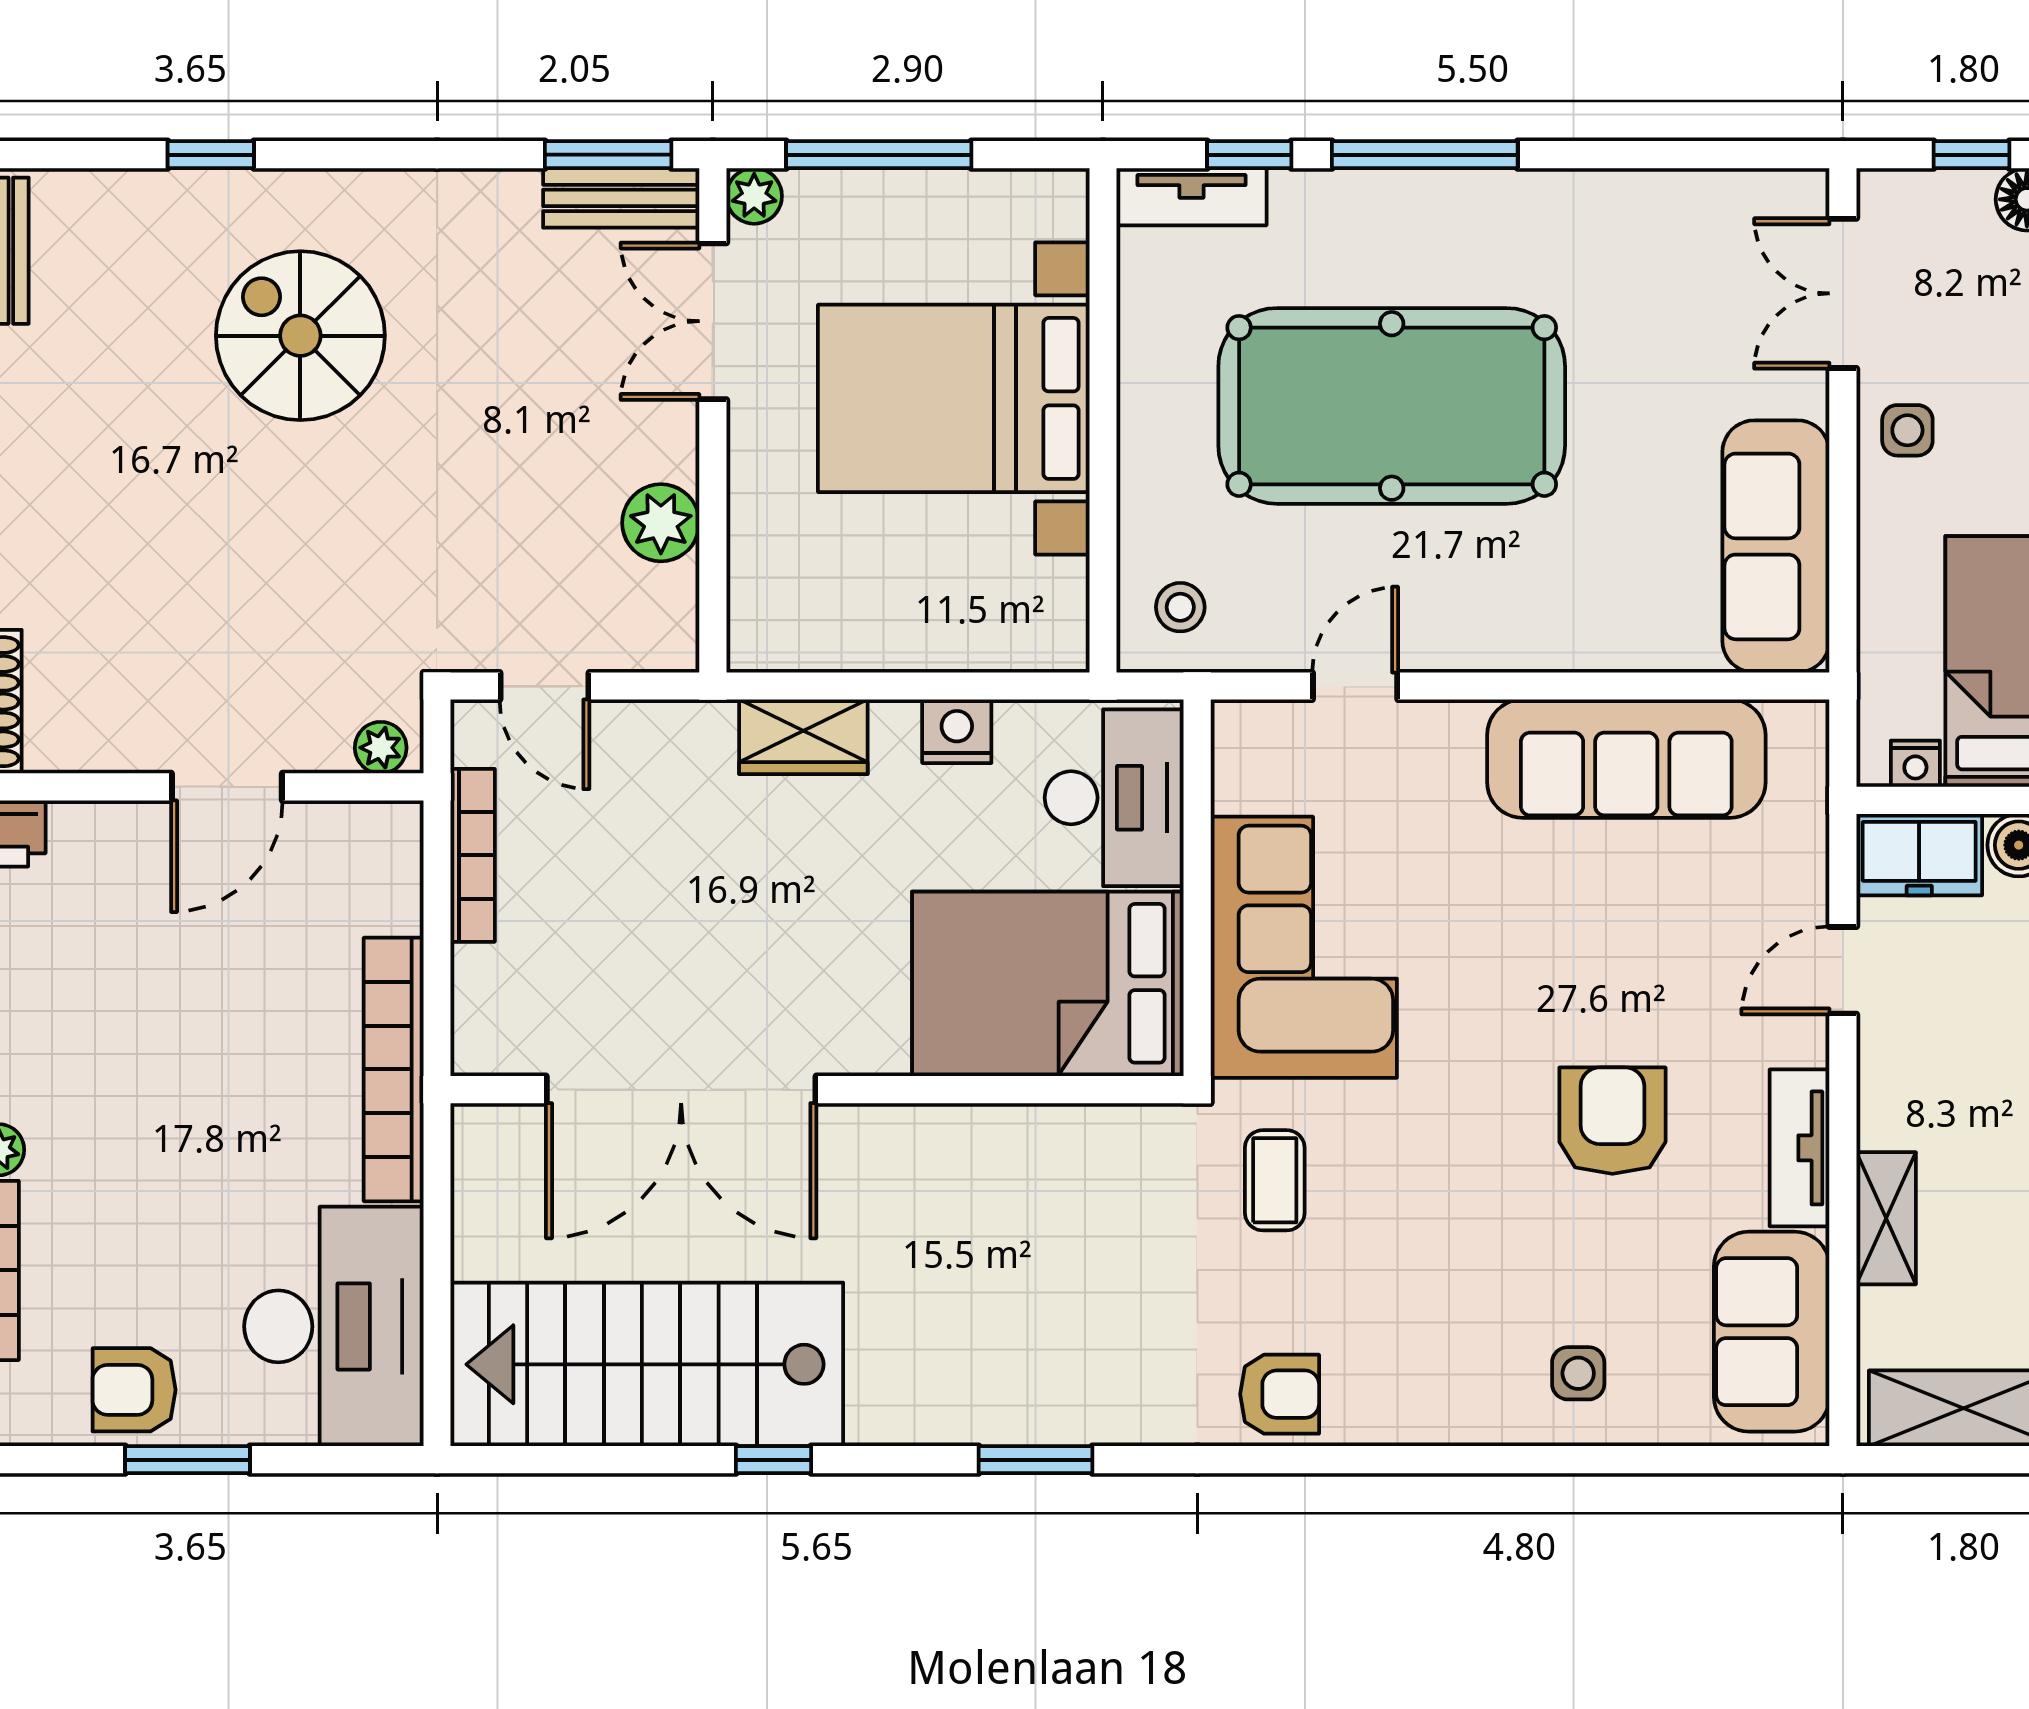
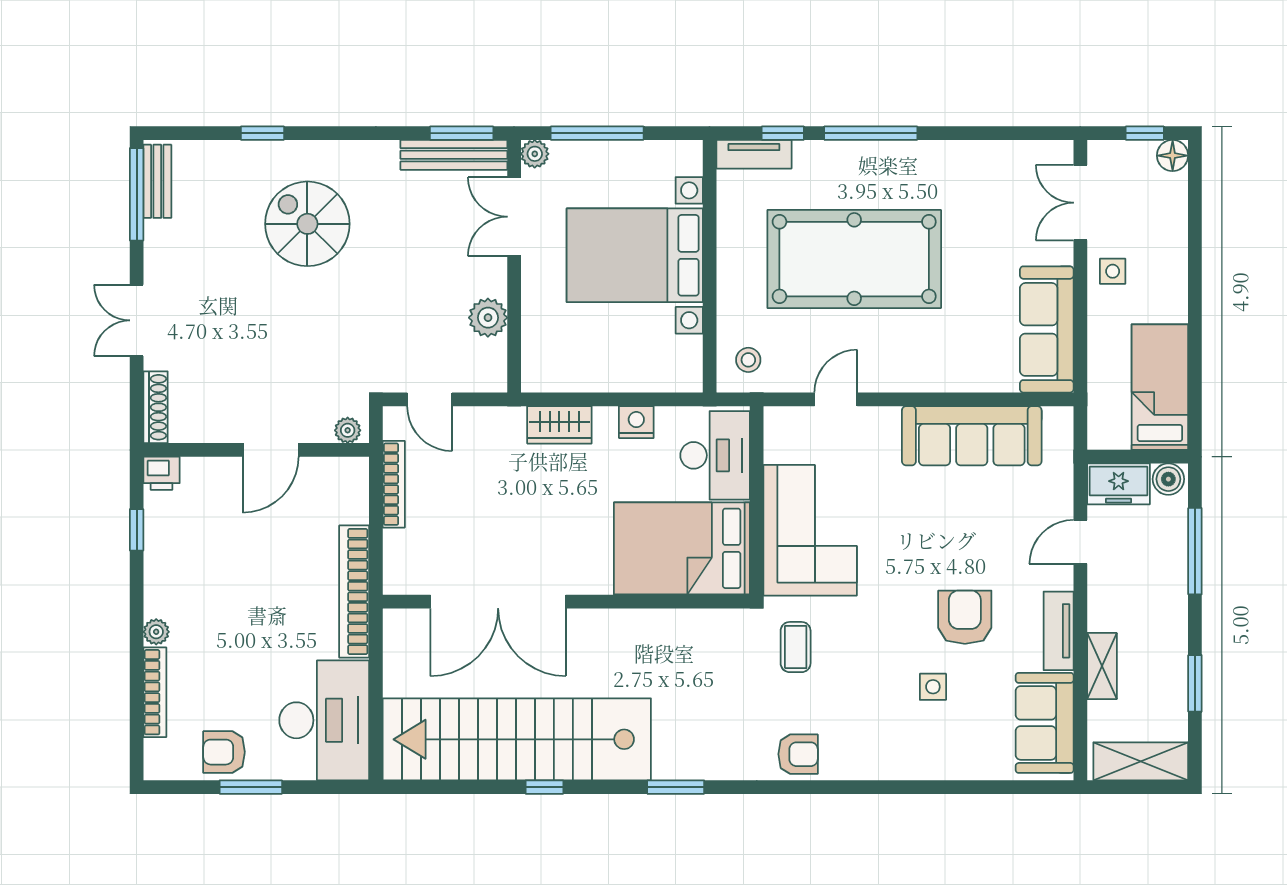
bench: (621, 198) -> (454, 155), width x1.36
nightstand: (1915, 764) -> (1117, 438), removed
stairs: (647, 1364) -> (517, 739), width x1.36
side table: (1578, 1373) -> (933, 687), moved

